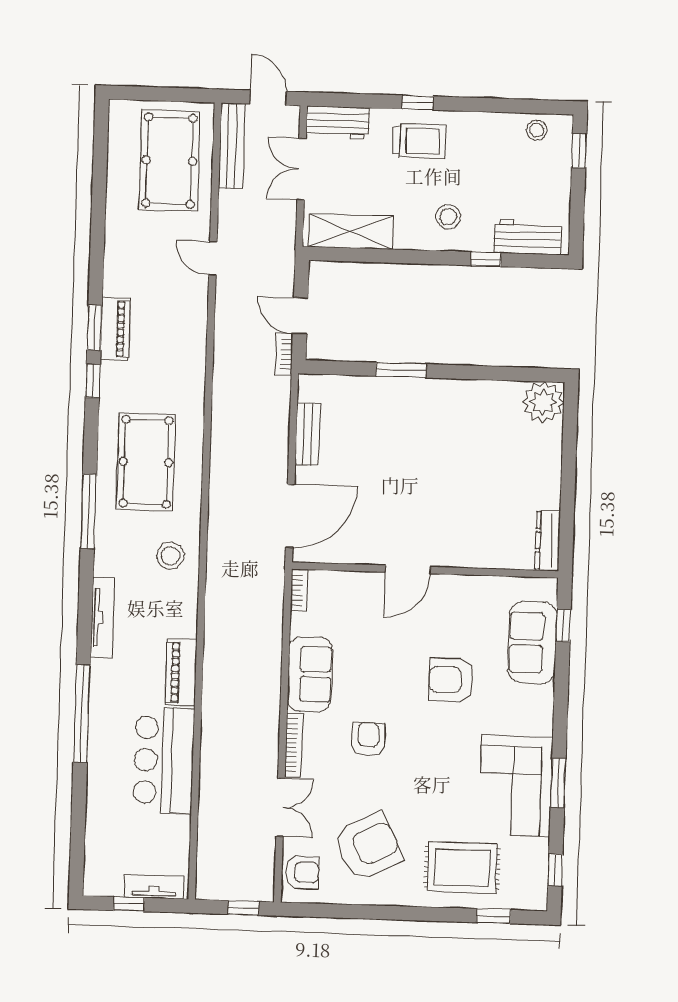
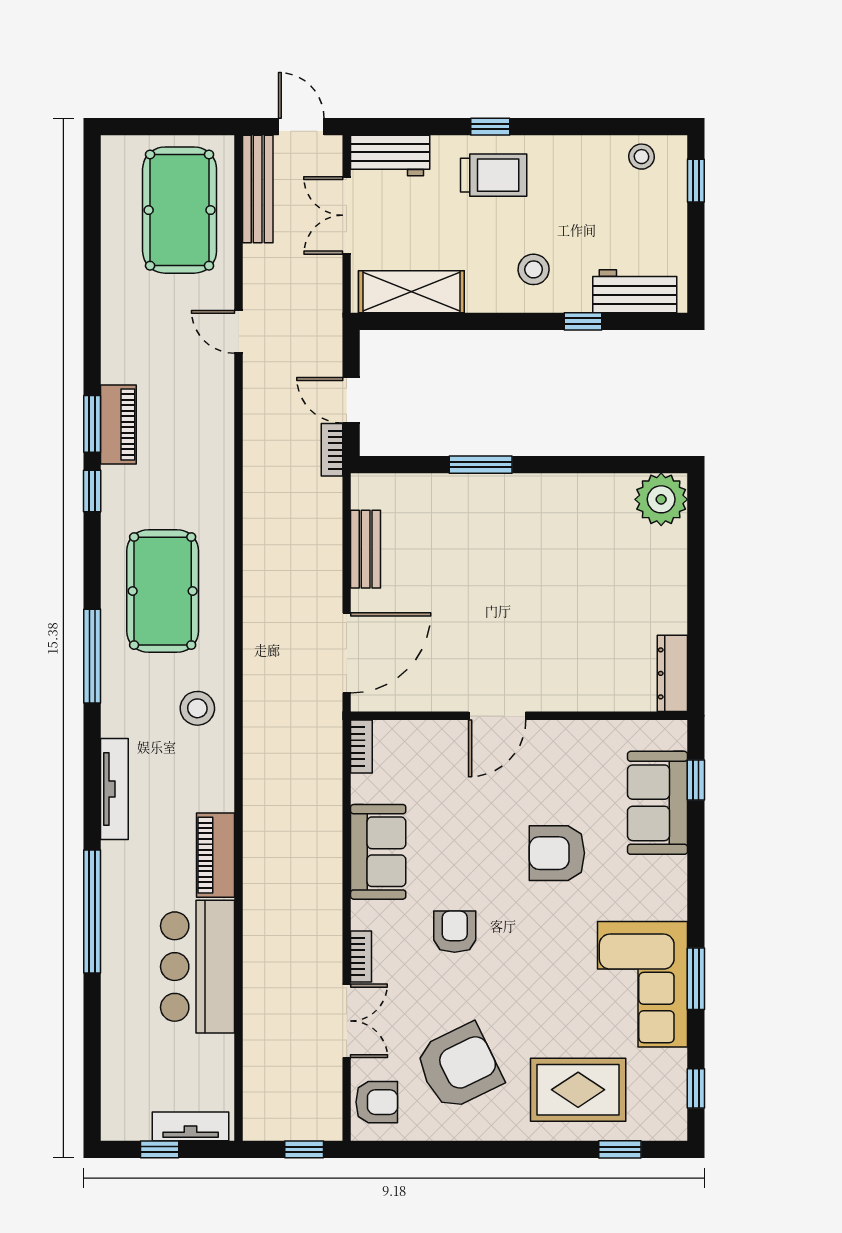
bookcase: (294, 745) -> (361, 957), width x0.64

